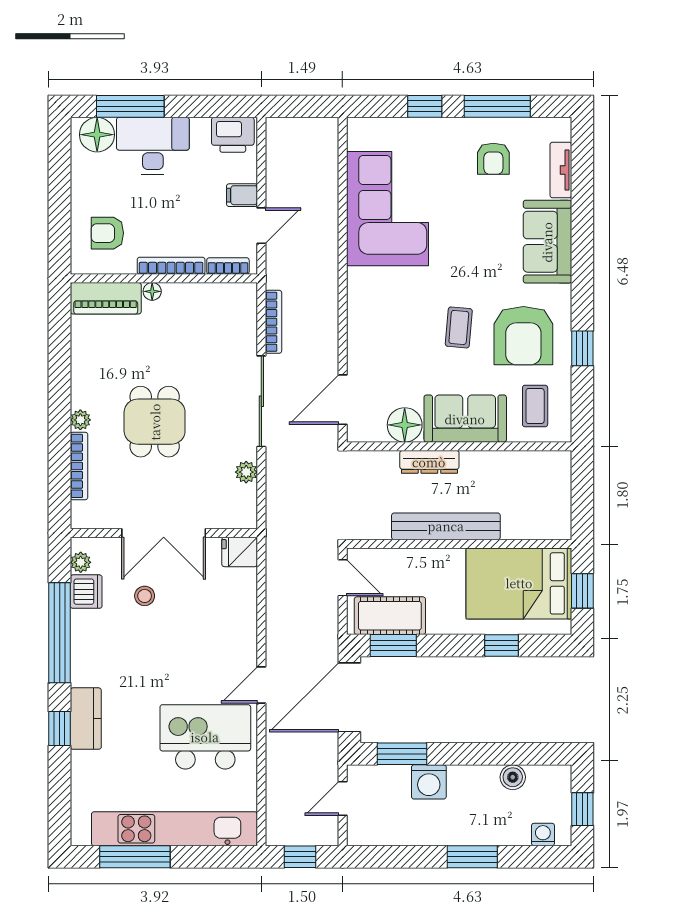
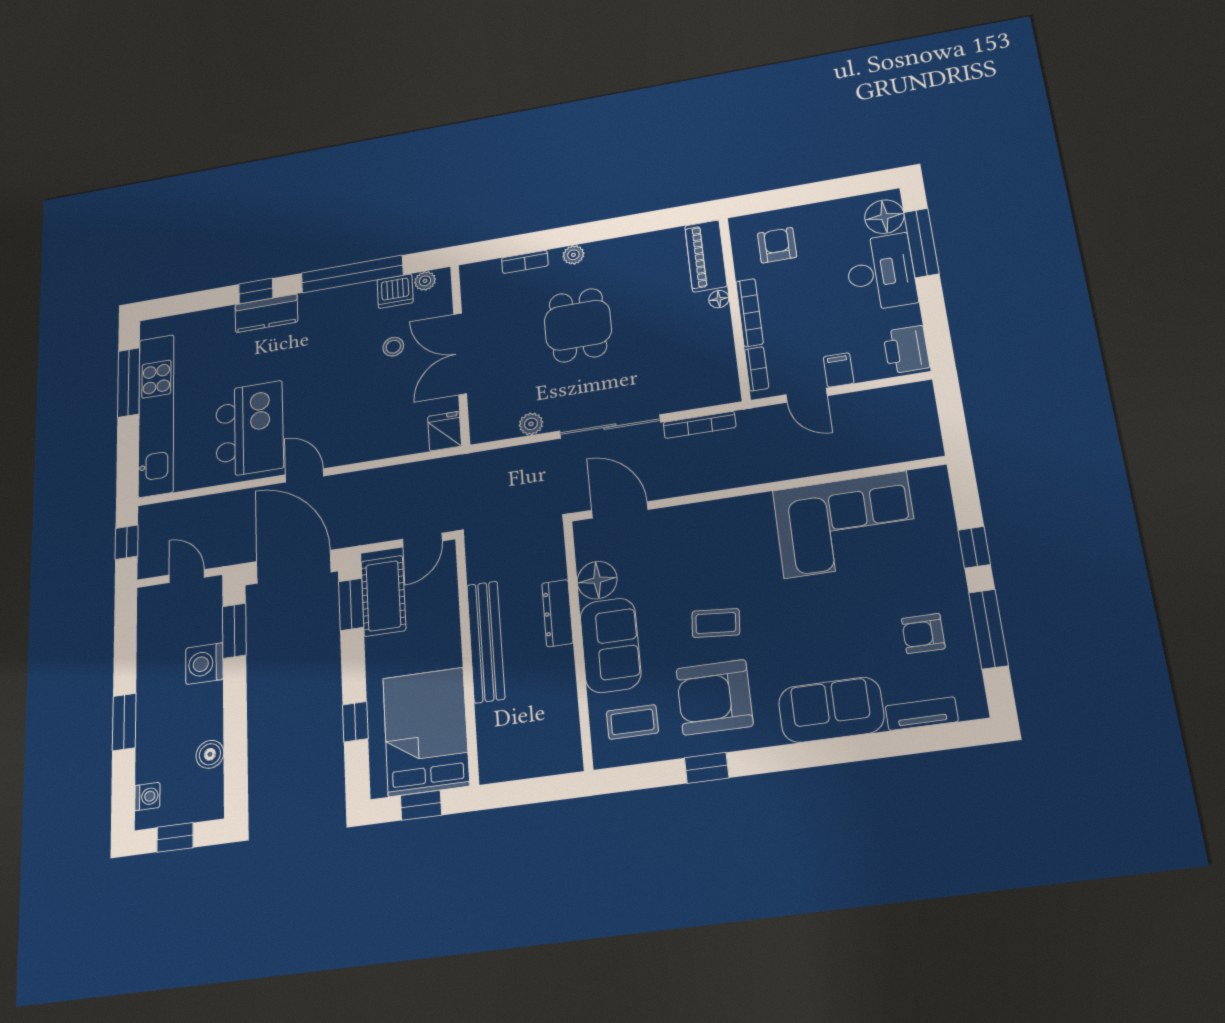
dining table: (155, 422) -> (578, 325), turned 90
bookcase: (79, 466) -> (525, 262), width x0.64

